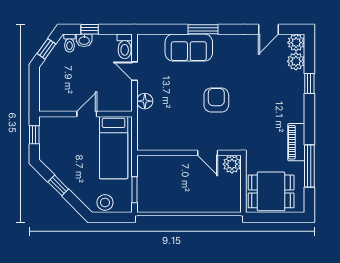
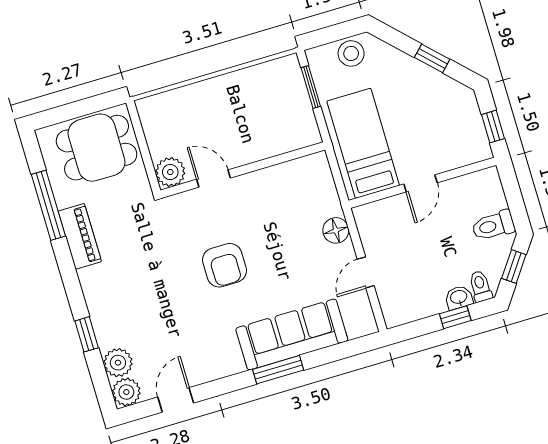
toilet: (125, 46) -> (493, 226), moved, turned -90
sofa: (189, 48) -> (292, 334), width x1.36
door: (135, 71) -> (366, 272), swing flipped

